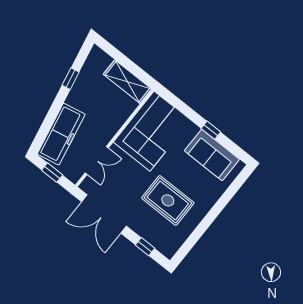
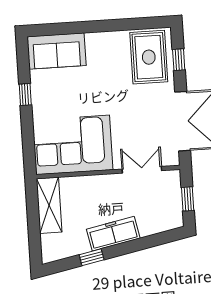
freezer: (61, 134) -> (113, 234), moved, width x0.73, depth x0.79
sofa: (212, 155) -> (57, 51), moved, turned 90
rug: (168, 200) -> (149, 57), moved

